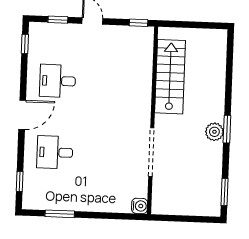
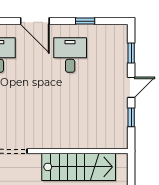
window: (138, 23) -> (131, 117), moved
window: (25, 44) -> (85, 21), moved

